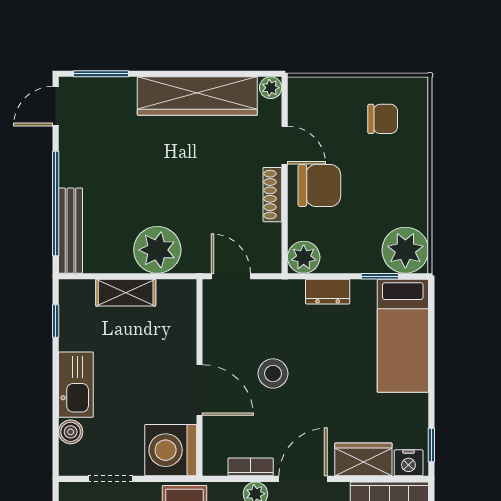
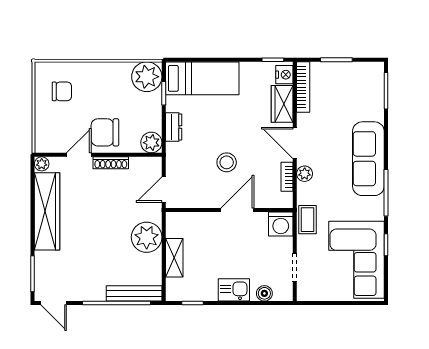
chair: (383, 119) -> (62, 91), turned 90
chair: (319, 185) -> (105, 132), turned -90
kitchen sink: (76, 385) -> (234, 290), width x0.73
washing machine: (171, 450) -> (281, 224), width x0.73, depth x0.73

